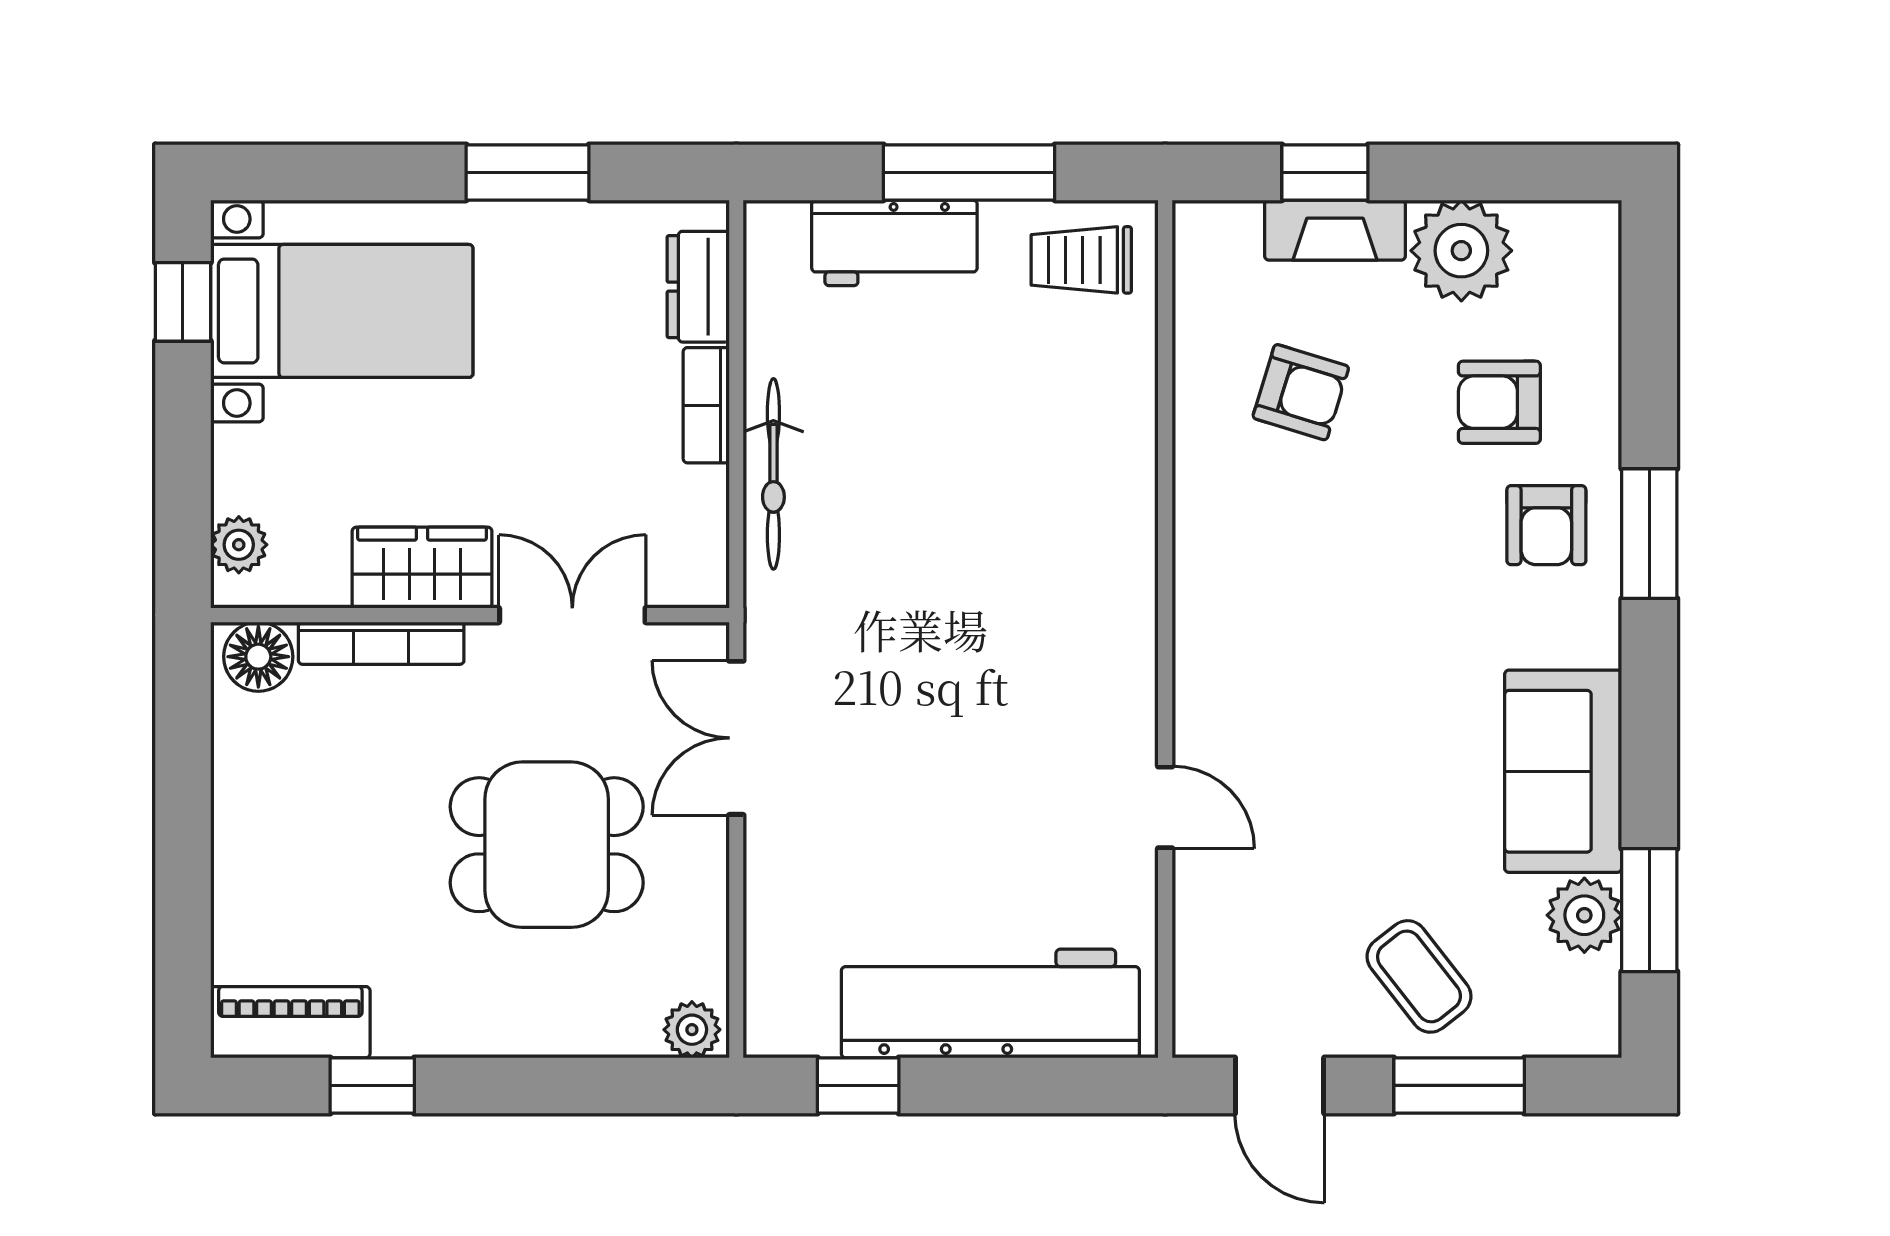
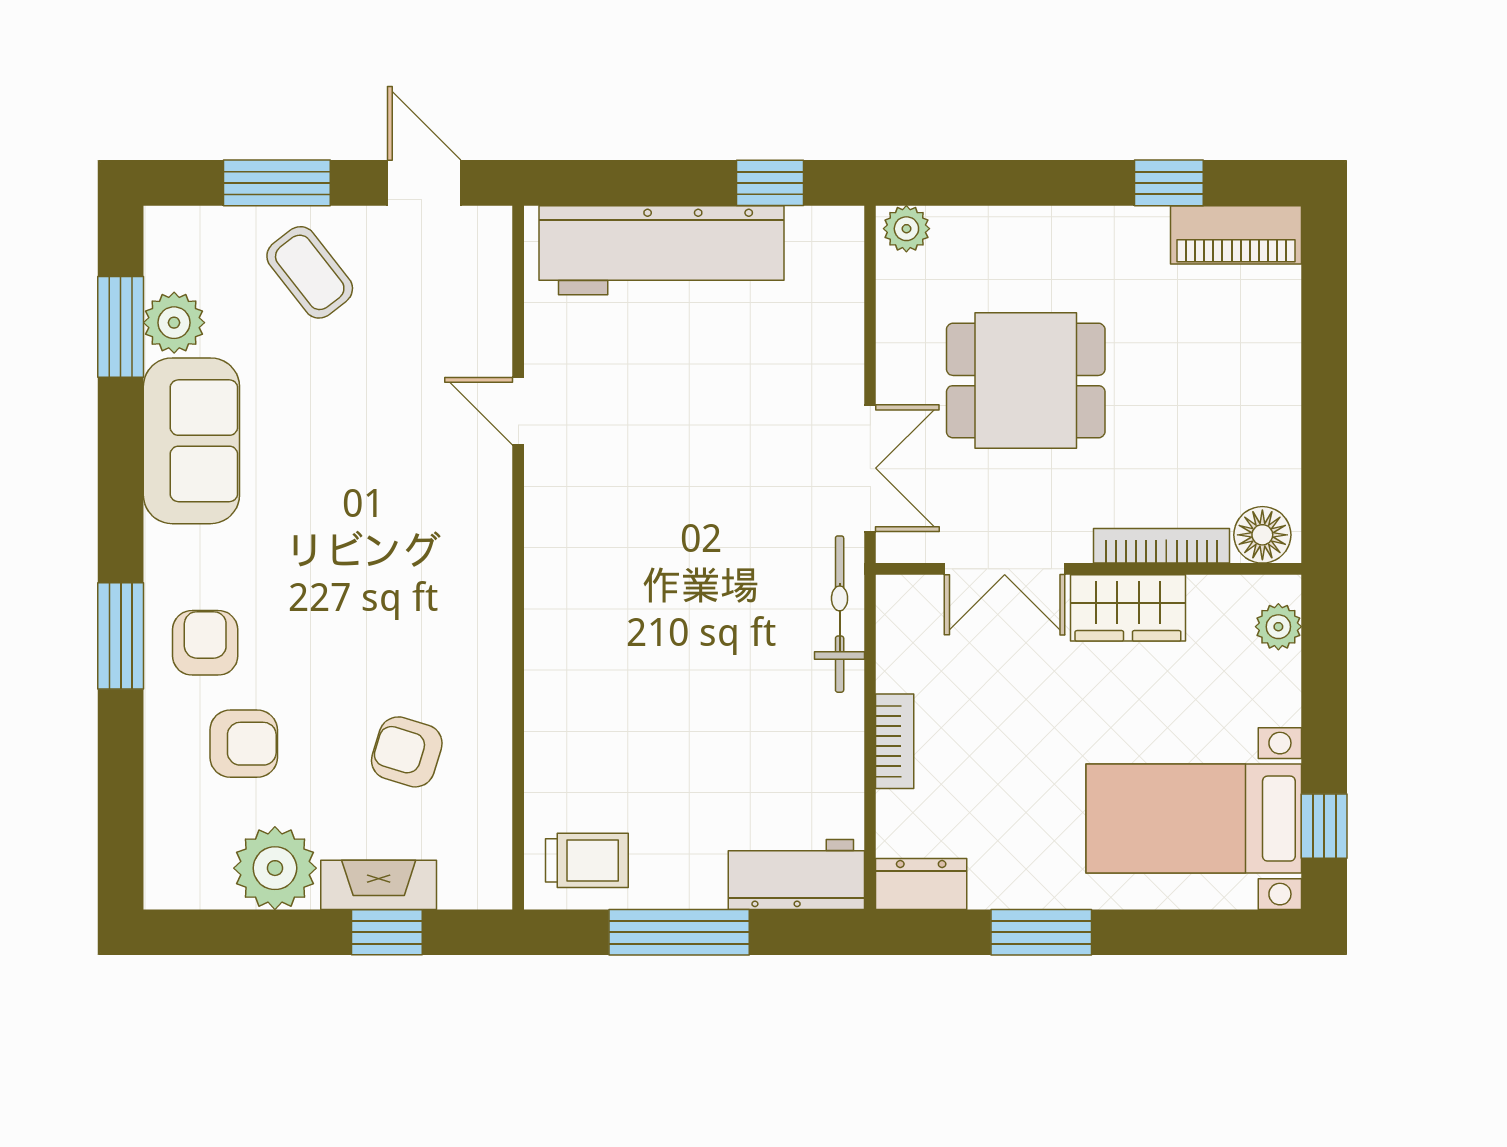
workbench: (894, 243) -> (796, 874), moved
dresser: (698, 287) -> (921, 884), moved, turned -90
bicycle: (773, 474) -> (840, 614), moved

